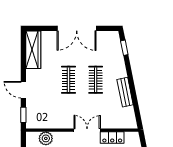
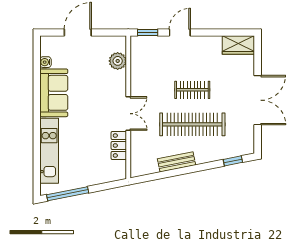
double door: (77, 28) -> (258, 100), swing flipped
wardrobe: (33, 50) -> (238, 45), width x0.67
clothes rail: (96, 80) -> (192, 124), width x1.86, depth x1.31

